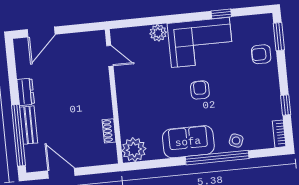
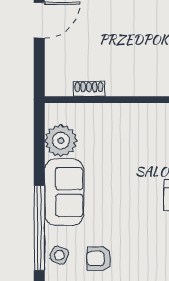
armchair: (200, 90) -> (99, 259), moved, turned 180
plant: (134, 150) -> (61, 141), moved

